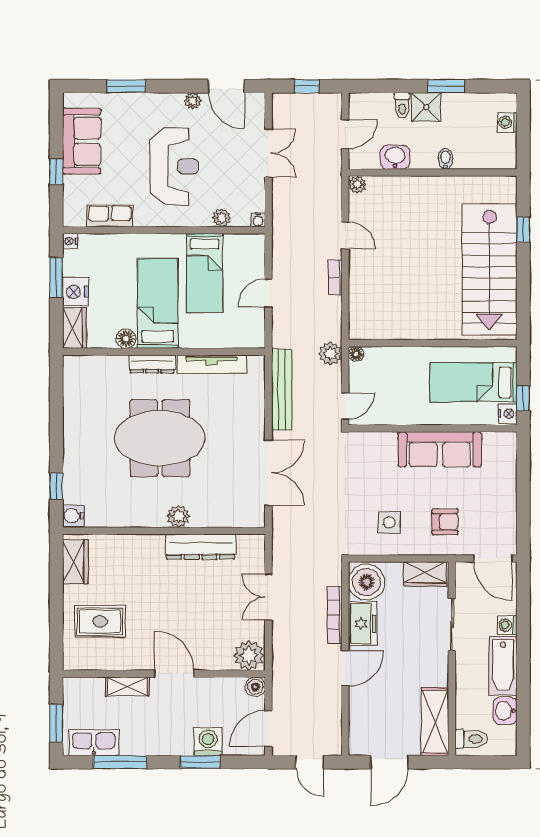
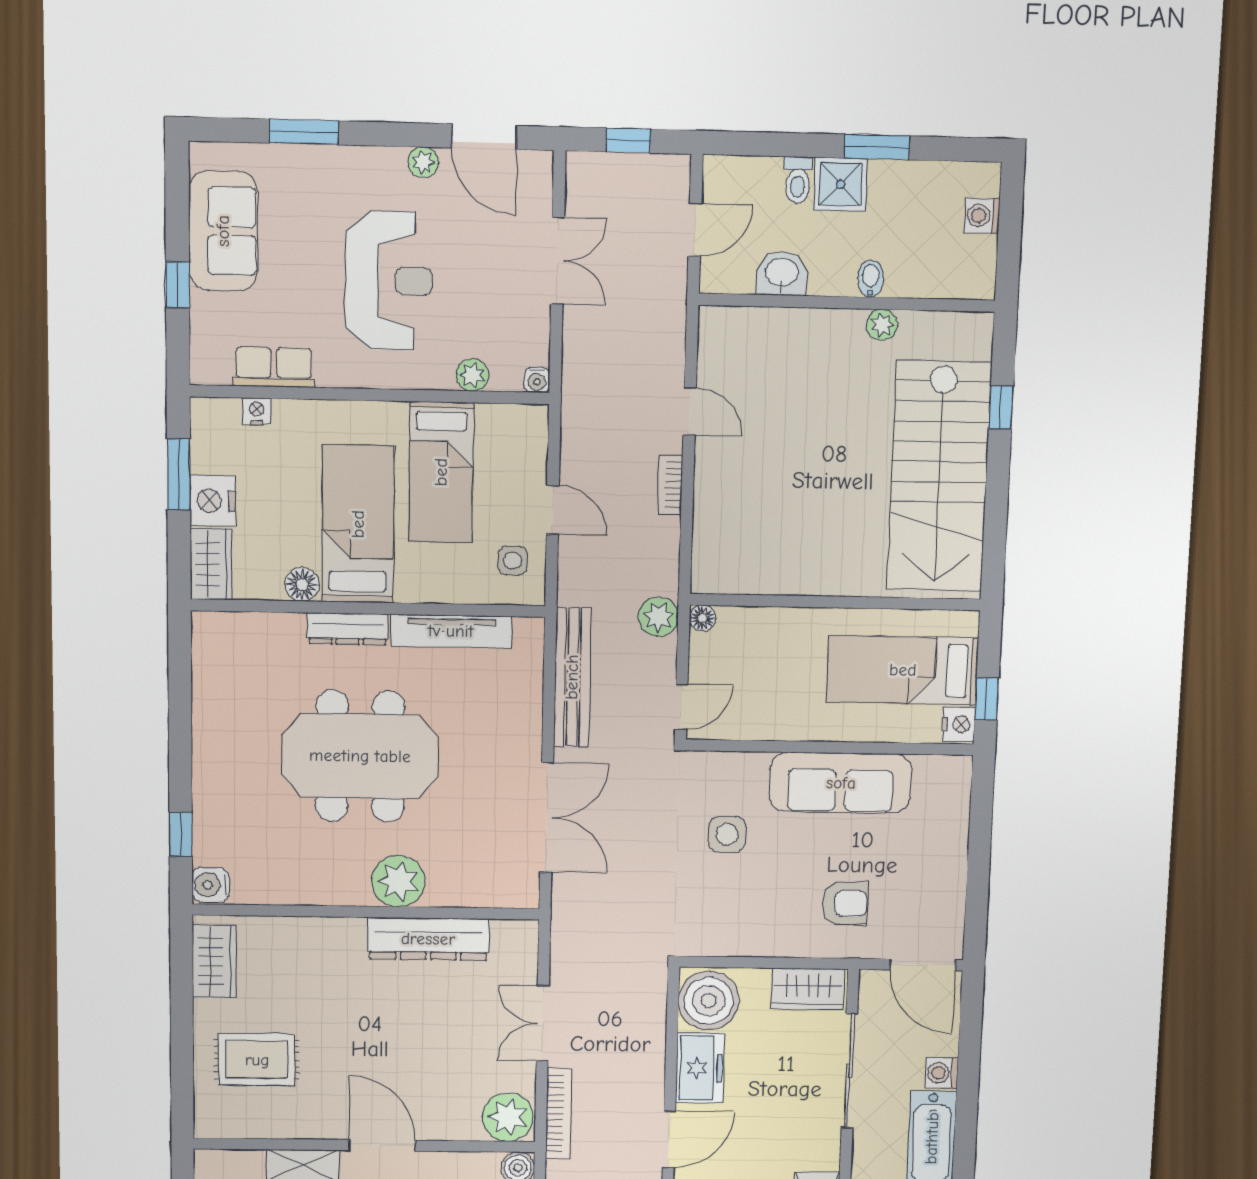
plant: (357, 185) -> (882, 325), moved
nightstand: (70, 241) -> (257, 411), moved, turned 90
door: (268, 293) -> (553, 510), swing flipped
side table: (246, 323) -> (513, 561), added
plant: (178, 516) -> (398, 881), width x1.36, depth x1.36
side table: (389, 523) -> (727, 834), moved
bookcase: (335, 615) -> (559, 1114), moved, turned 180
sliding door: (452, 624) -> (849, 1071), width x1.37

